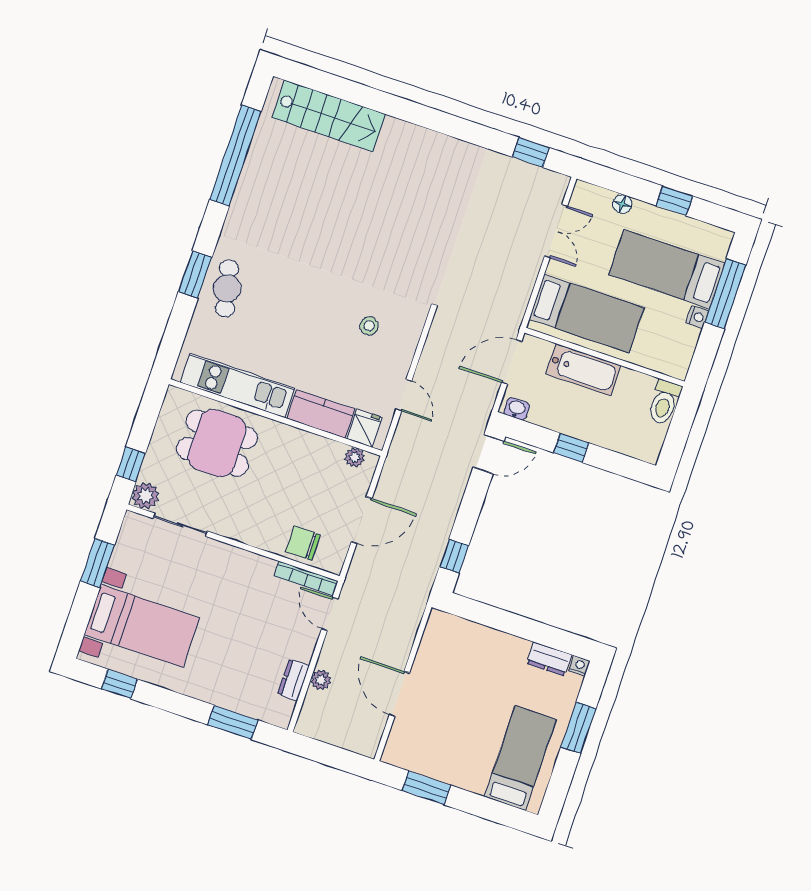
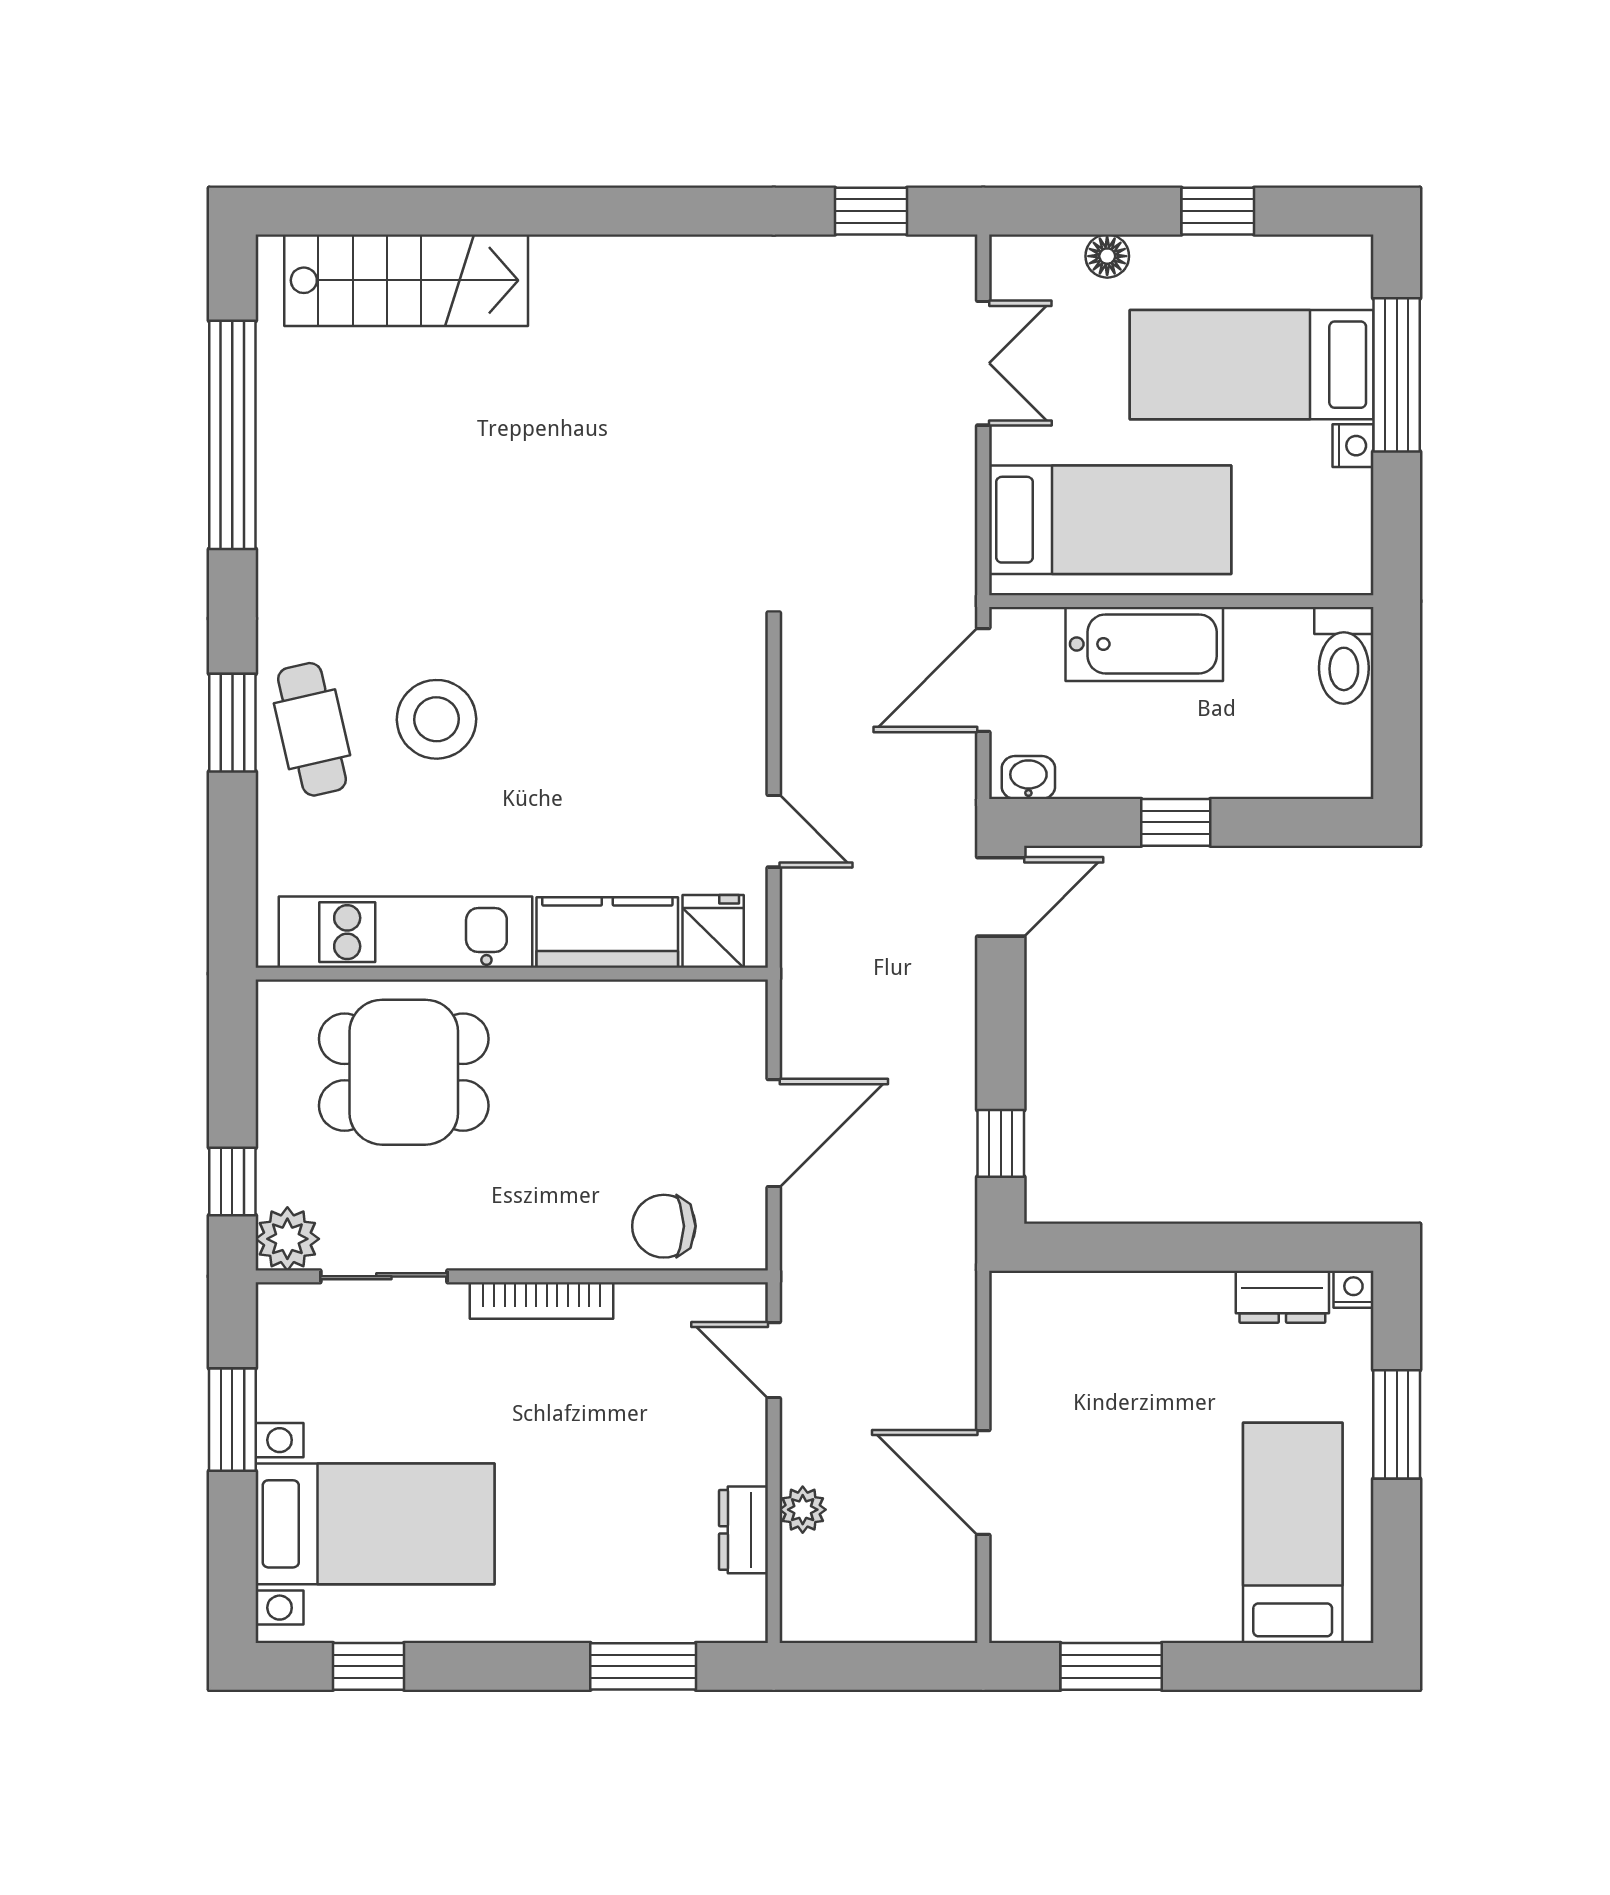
stool: (369, 326) -> (436, 719), moved, width x1.89, depth x1.89
plant: (355, 457) -> (713, 1002), removed
bookcase: (306, 579) -> (542, 1300), moved

